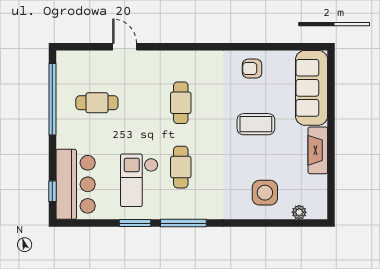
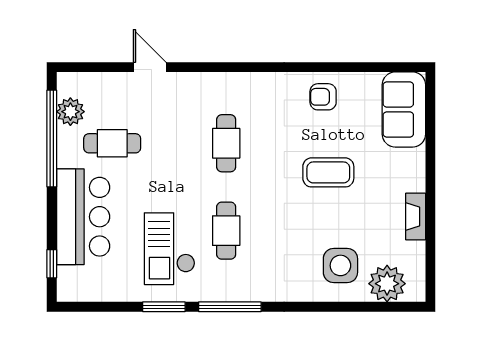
plant: (66, 79) -> (70, 112), added
sofa: (312, 88) -> (404, 109), width x0.73
fireplace: (318, 150) -> (416, 217), width x0.73, depth x0.76
bar counter: (76, 184) -> (83, 217), moved
plant: (299, 212) -> (387, 284), width x1.88, depth x1.88

